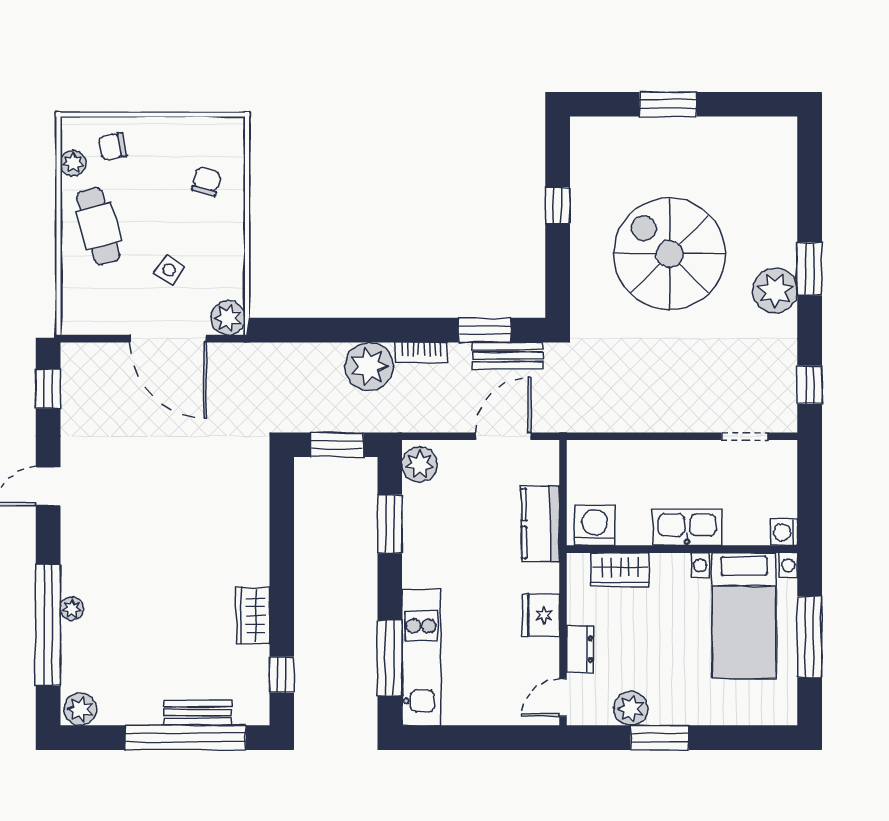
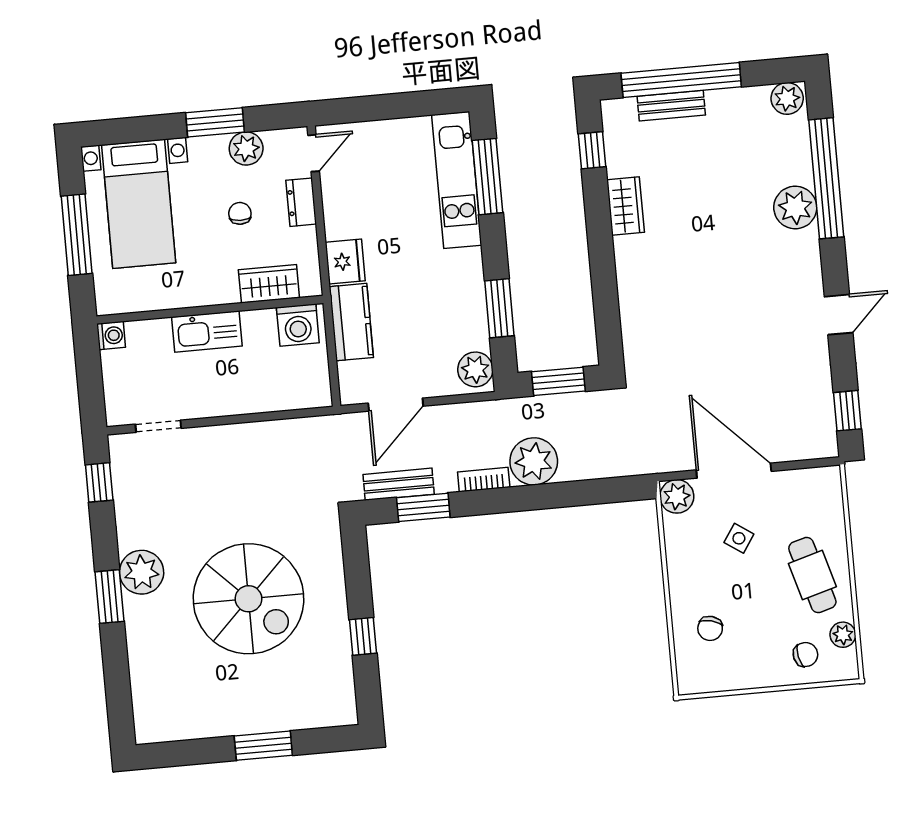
plant: (72, 609) -> (795, 207), width x1.88, depth x1.88
fridge: (541, 615) -> (345, 262), moved
bed with nightstands: (744, 616) -> (139, 204), moved, turned 180
chair: (643, 644) -> (240, 213), added

